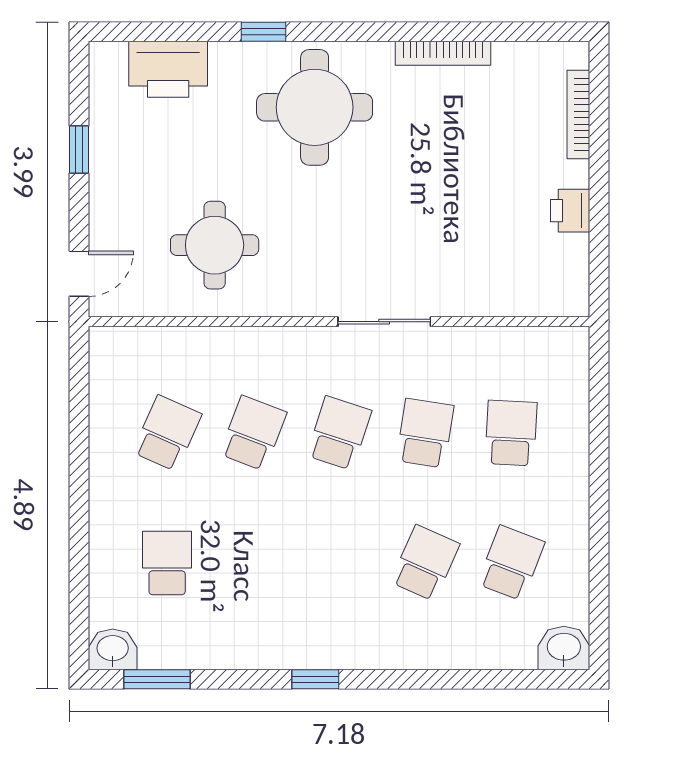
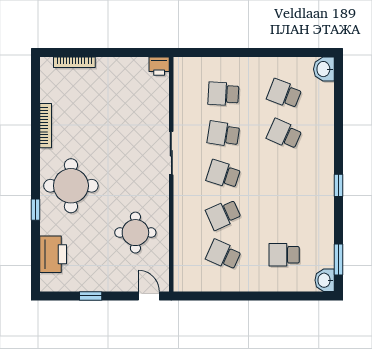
printer: (570, 211) -> (159, 66), moved
school desk: (253, 433) -> (223, 215), turned -45

